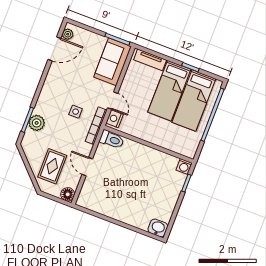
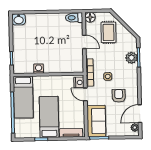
armchair: (72, 82) -> (119, 96), added
bed: (194, 100) -> (23, 97), moved, turned 180
toilet: (112, 139) -> (74, 18), moved
washing machine: (184, 166) -> (39, 69), moved

